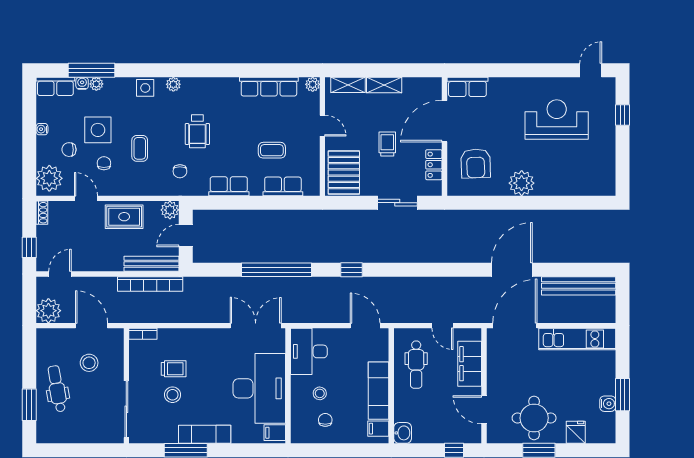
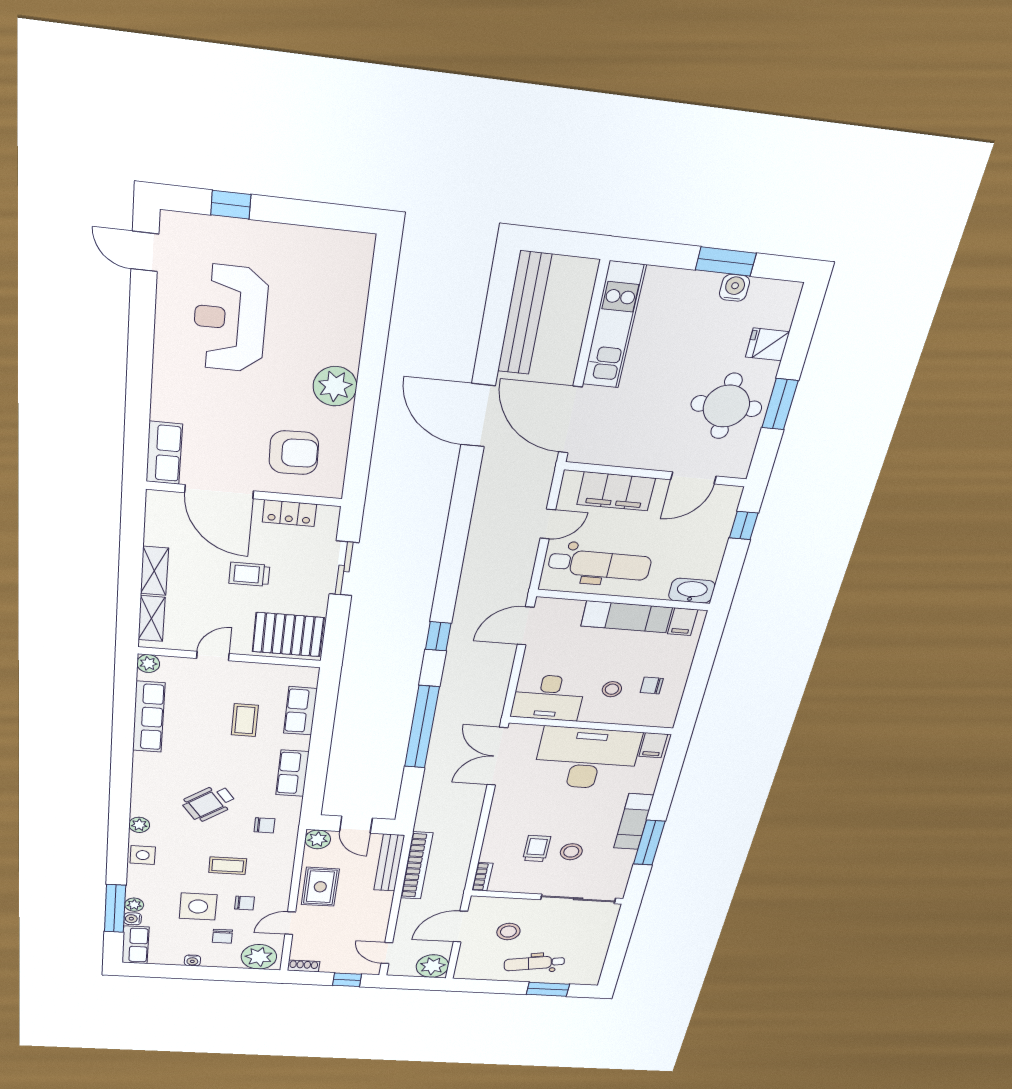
wheelchair: (197, 131) -> (209, 803), turned 144
chair: (104, 163) -> (244, 903), turned 180
dental chair: (416, 365) -> (600, 565), width x1.36, depth x1.38
washbasin: (403, 433) -> (692, 591), width x1.38

